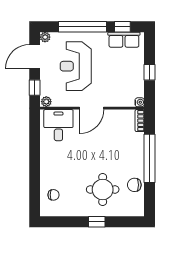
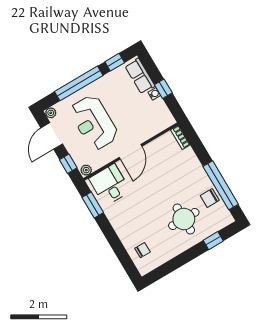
row of seats: (124, 40) -> (140, 76), moved, turned 90
water cooler: (140, 102) -> (154, 94), moved
window: (35, 133) -> (93, 205), added
window: (149, 158) -> (221, 185), moved
window: (97, 222) -> (213, 241), moved

